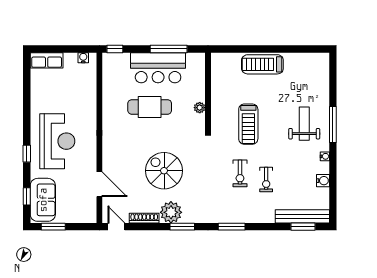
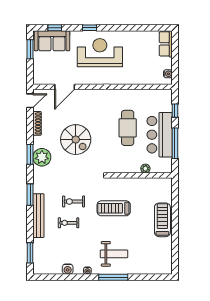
window: (115, 49) -> (175, 111), moved
plant: (200, 108) -> (145, 169), moved
reception desk: (57, 141) -> (100, 53), turned 180
spiral stairs: (164, 171) -> (76, 140), turned 90
plant: (171, 212) -> (42, 157), moved
bench: (302, 216) -> (38, 216), moved

